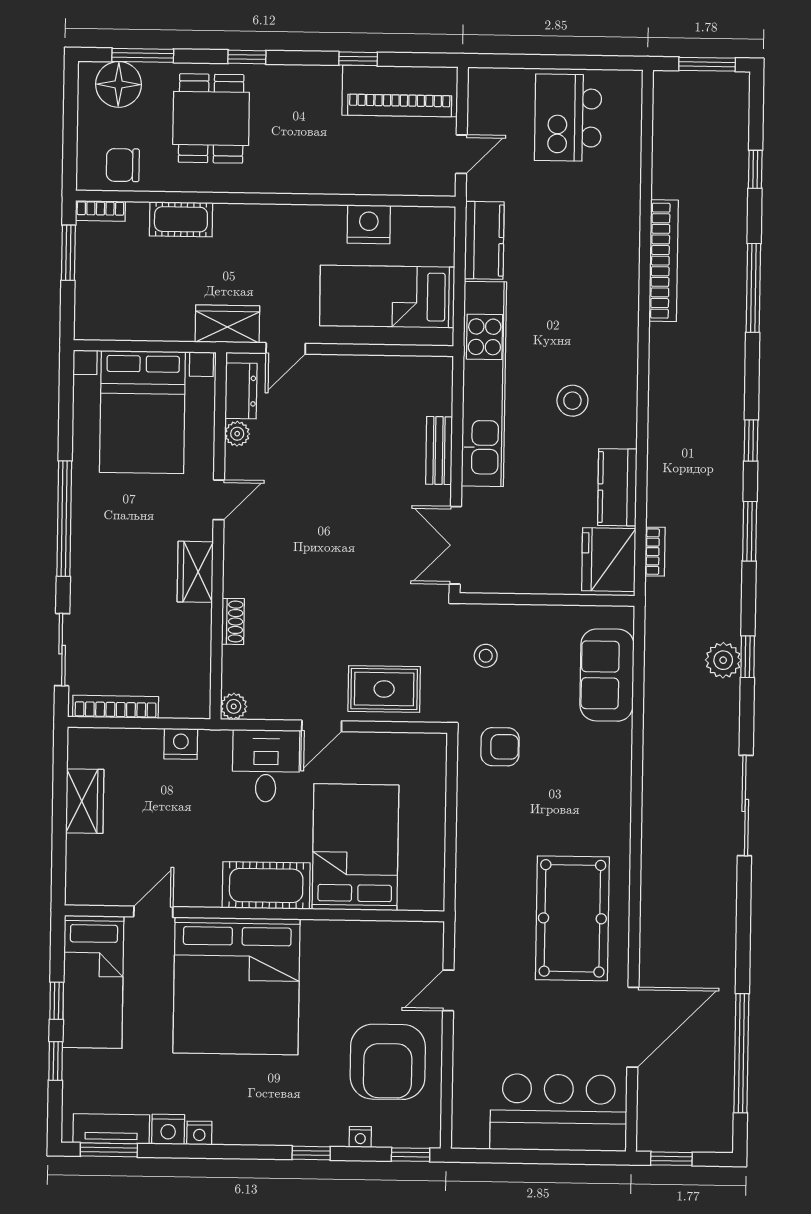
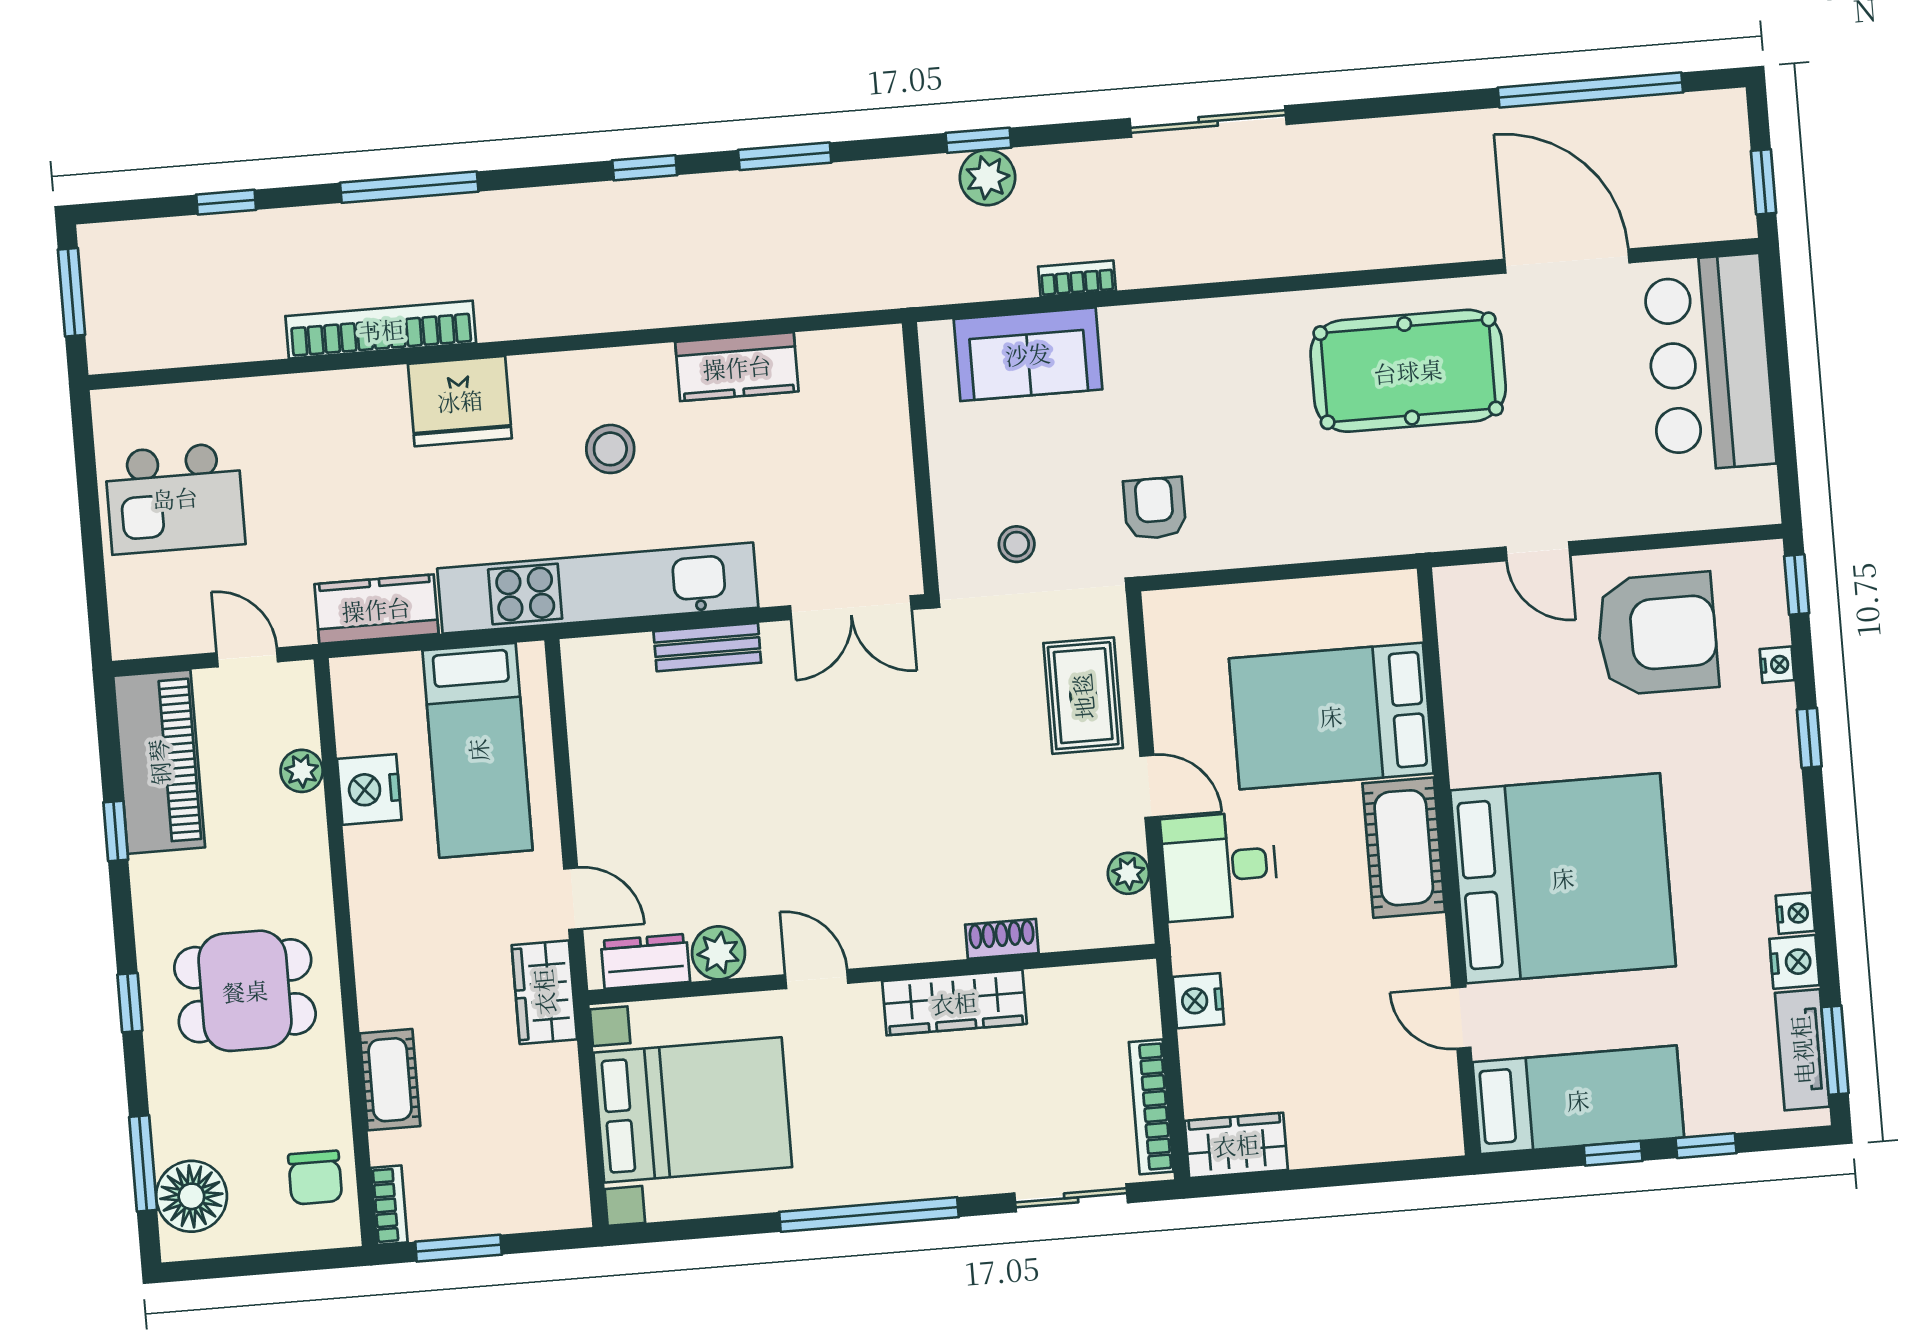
dining table: (211, 118) -> (245, 991), moved
plant: (385, 182) -> (302, 771), added
plant: (237, 434) -> (718, 953), width x1.38, depth x1.38
bookcase: (655, 552) -> (1077, 279), moved
fridge: (609, 560) -> (460, 401), moved
wardrobe: (195, 572) -> (954, 1003), width x1.50
plant: (234, 706) -> (1128, 873), moved
wardrobe: (85, 801) -> (1236, 1145), moved

